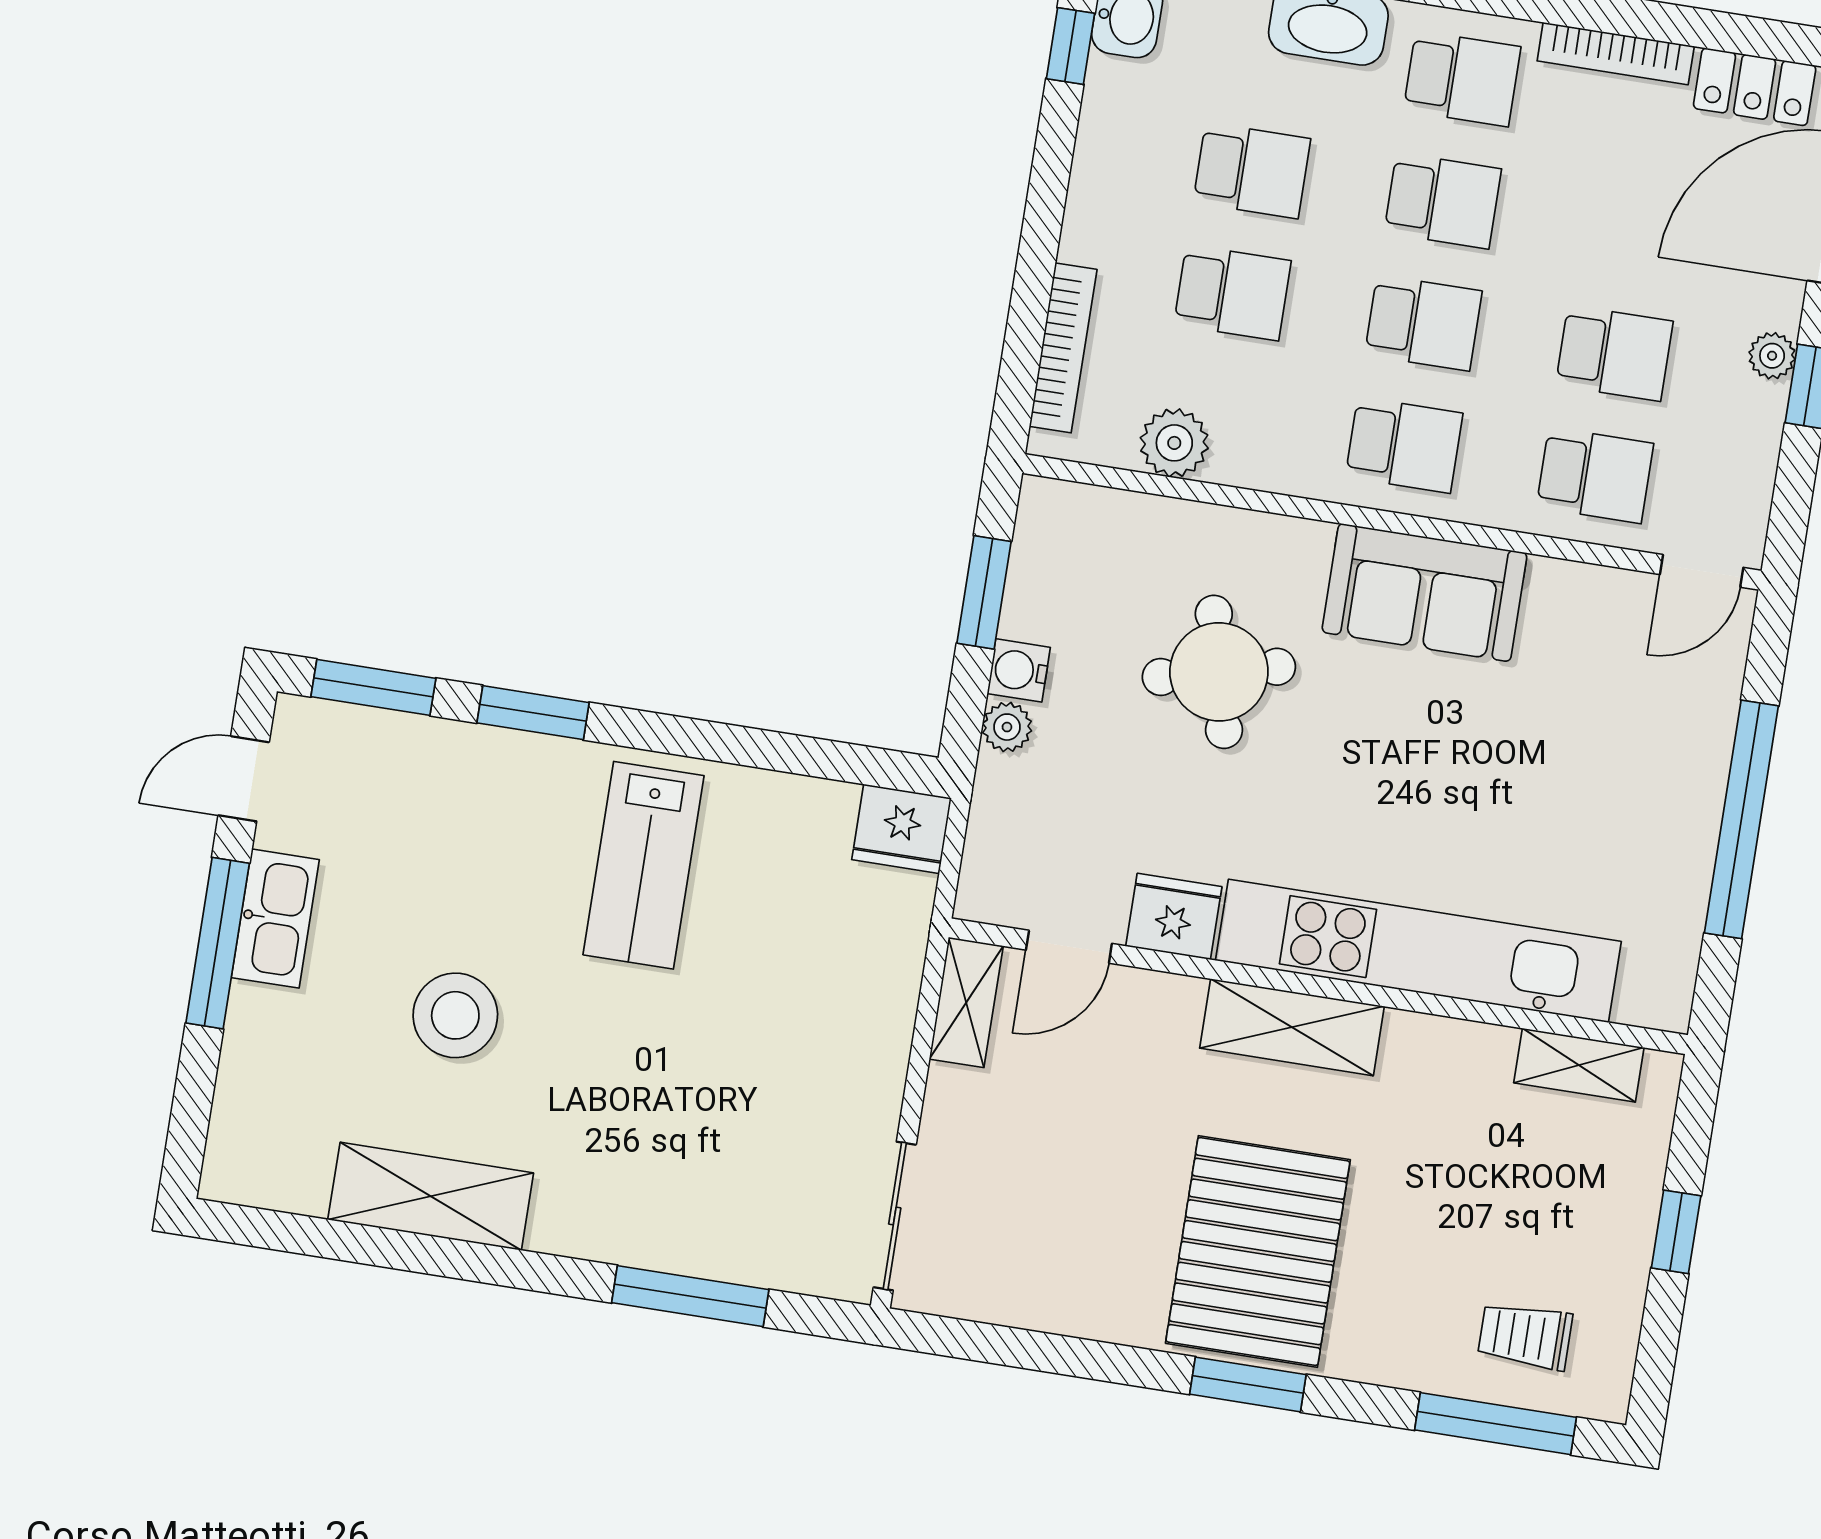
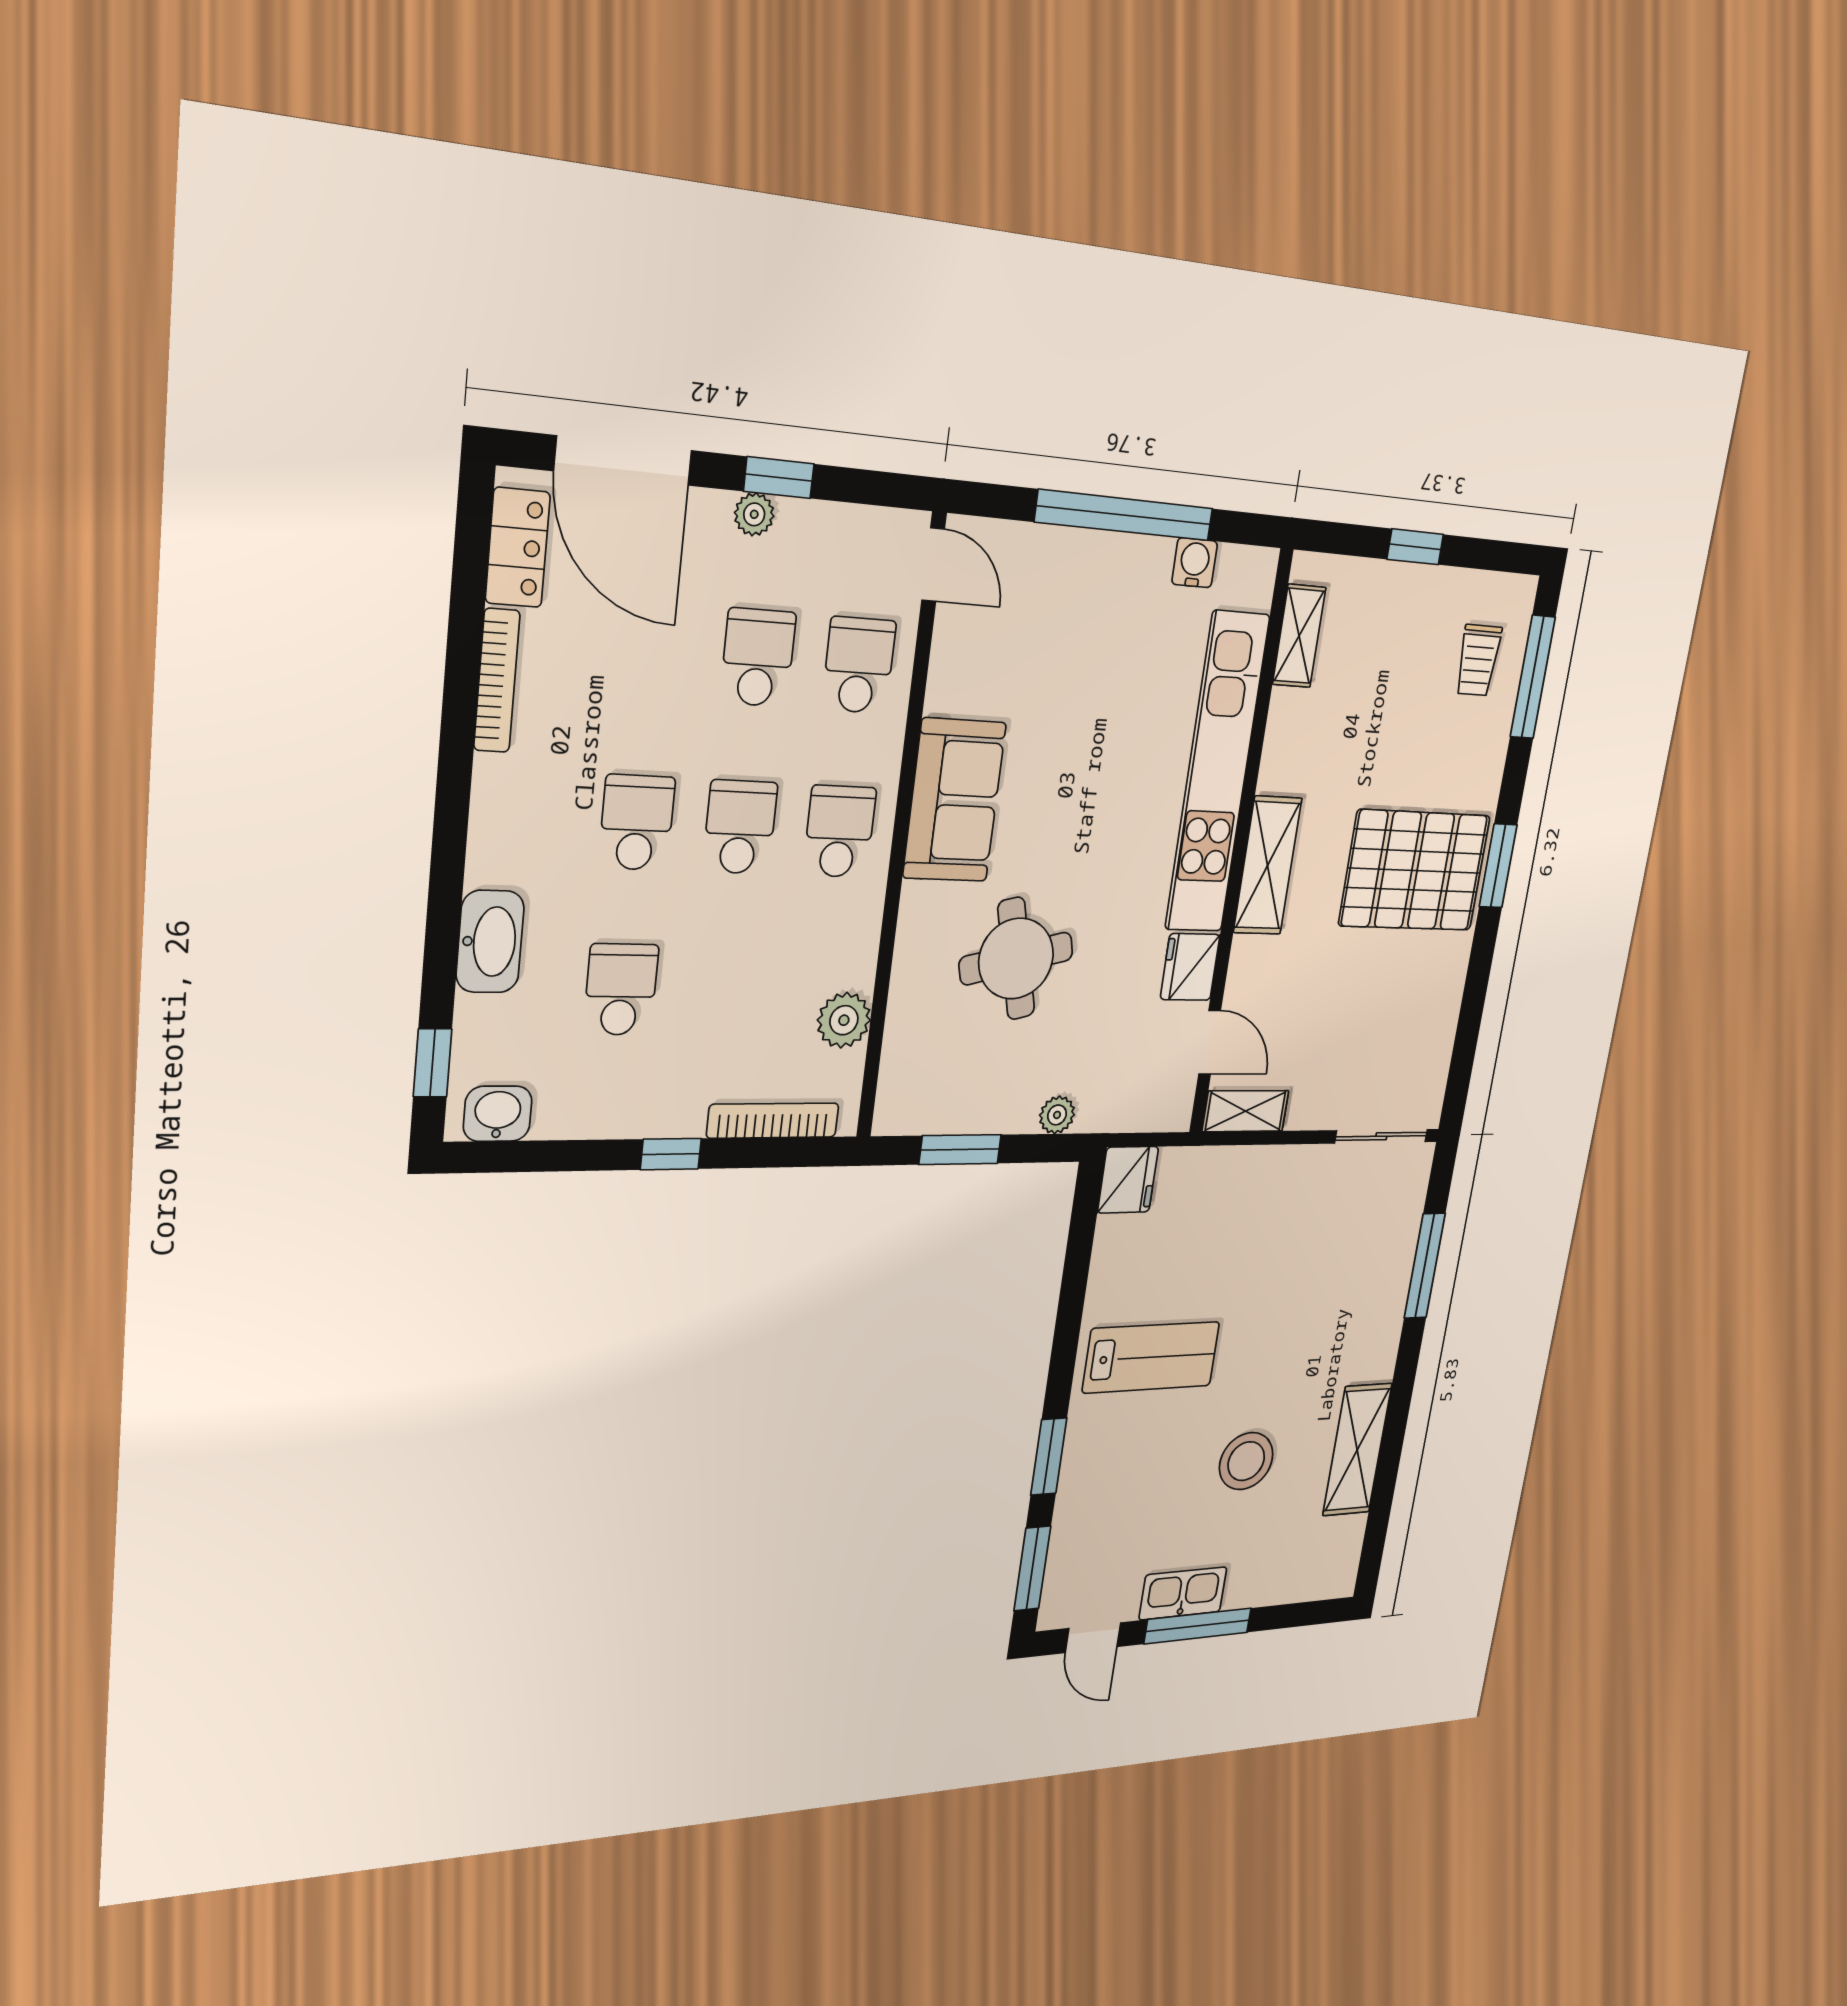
window: (1071, 46) -> (671, 1154), moved
school desk: (1462, 79) -> (529, 818), removed
school desk: (1232, 293) -> (723, 991), removed
water cooler: (1019, 670) -> (1195, 563), moved, turned 180

